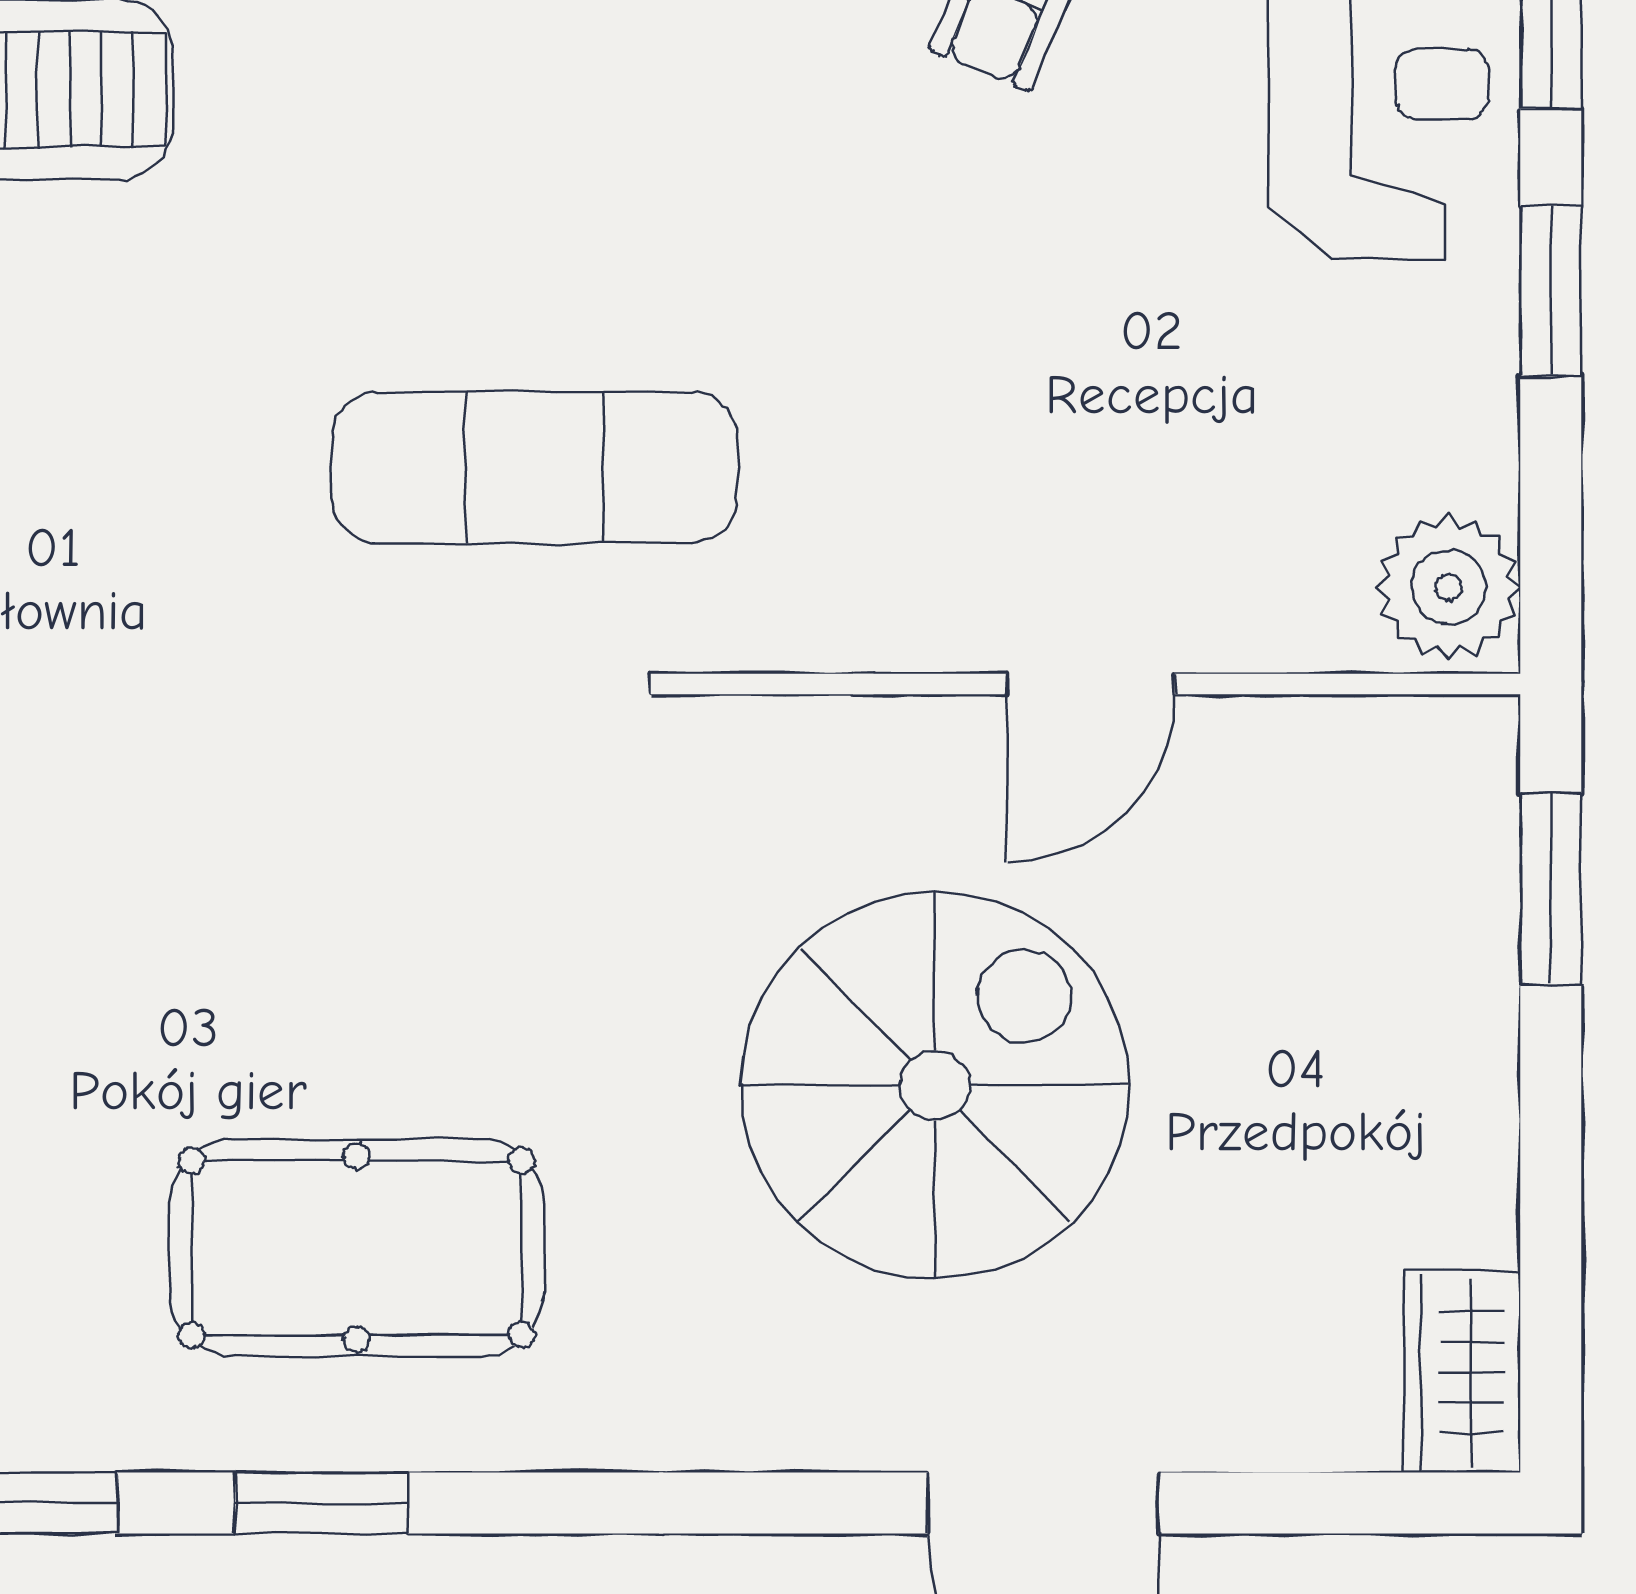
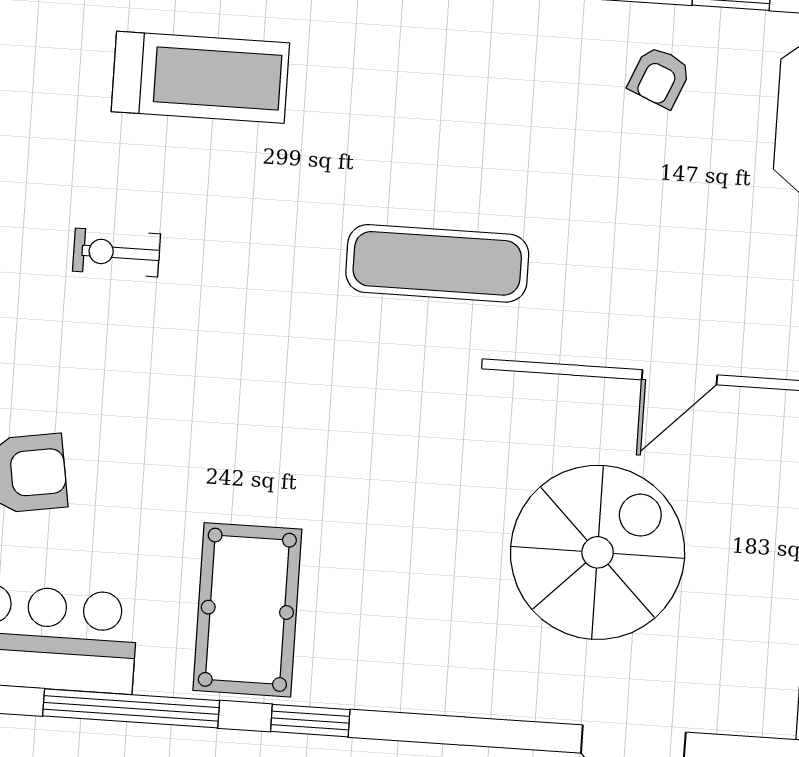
pool table: (357, 1248) -> (247, 610), moved, turned 90

